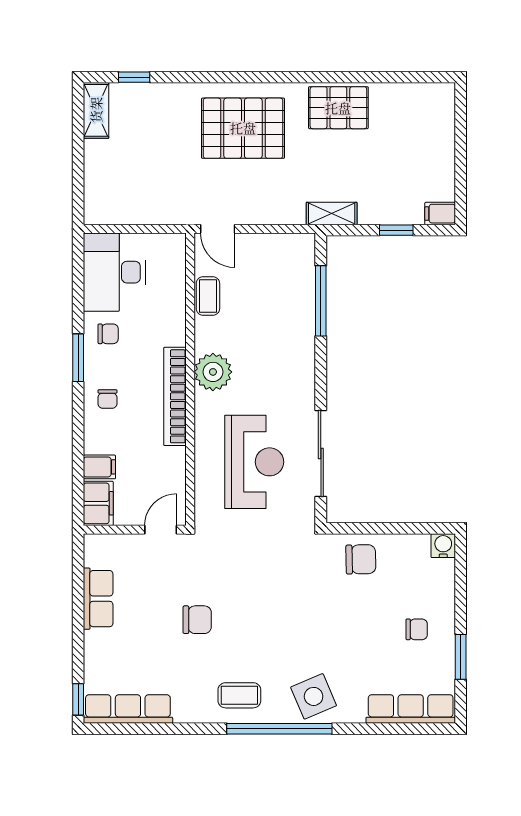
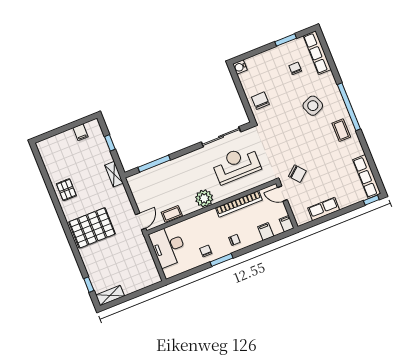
pallet: (338, 108) -> (66, 190), width x0.67, depth x0.71
pallet: (243, 128) -> (92, 228), turned 90
filing cabinet: (440, 214) -> (80, 132), moved
desk: (114, 272) -> (168, 246), moved, turned 90
bookcase: (175, 396) -> (239, 204), moved
filing cabinet: (98, 503) -> (287, 224), width x0.50
chair: (197, 620) -> (297, 174), moved, turned 140
chair: (417, 629) -> (295, 68), moved
side table: (314, 696) -> (313, 106), moved

